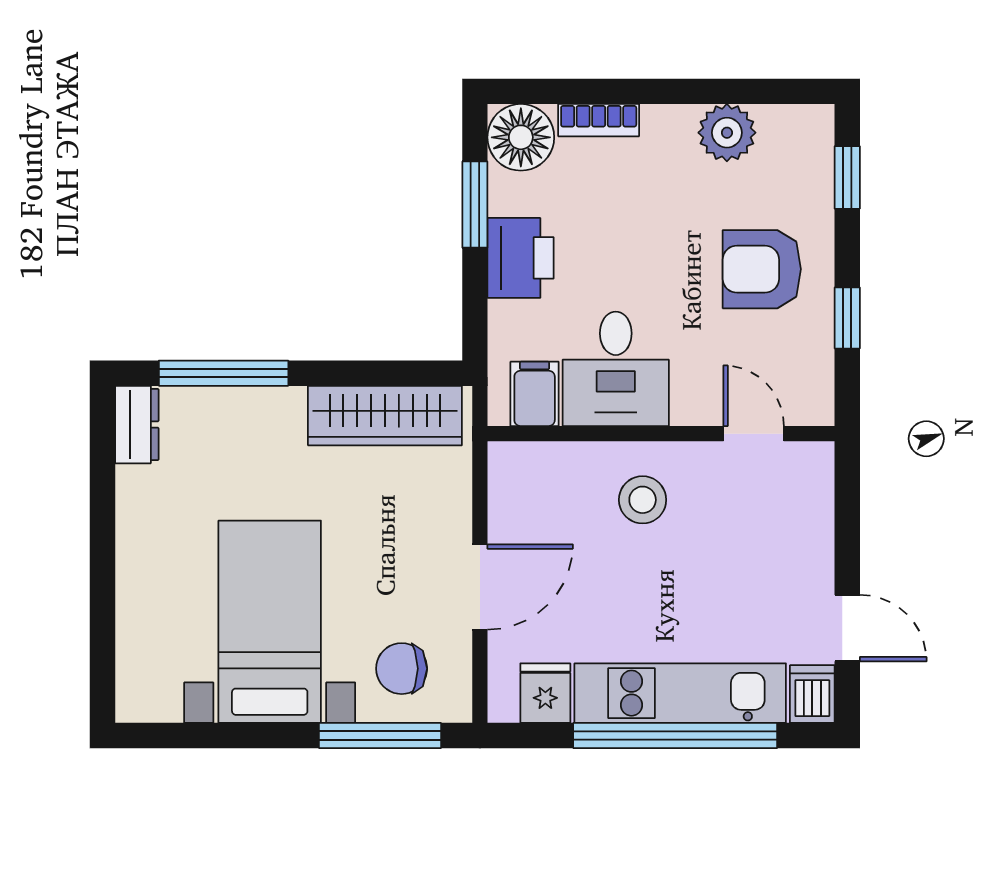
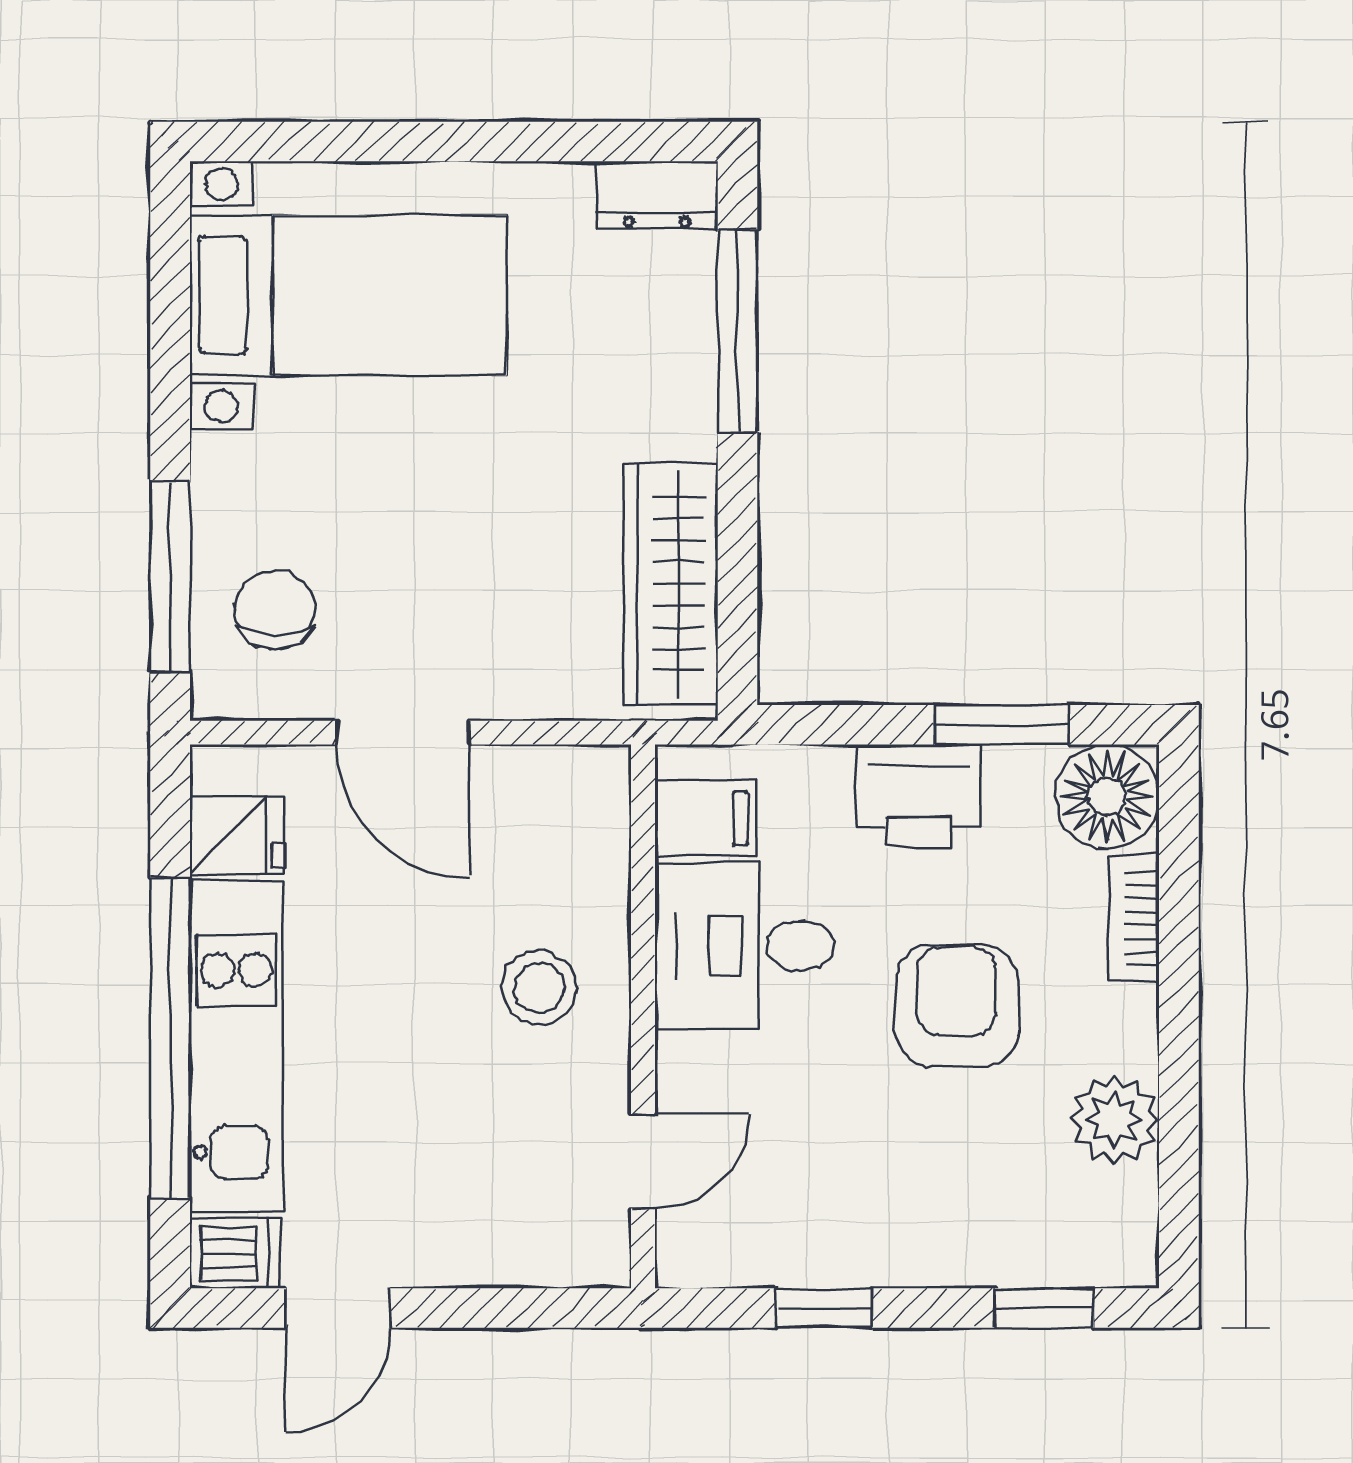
armchair: (762, 269) -> (957, 1006), moved
bed with nightstands: (270, 622) -> (348, 295), moved

